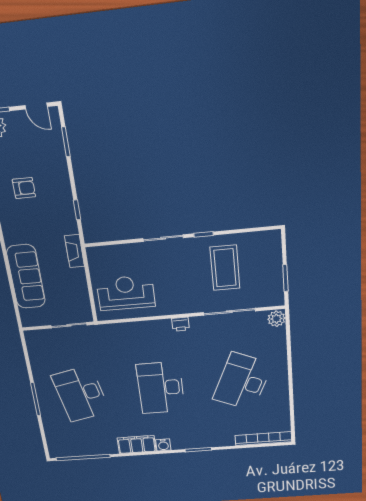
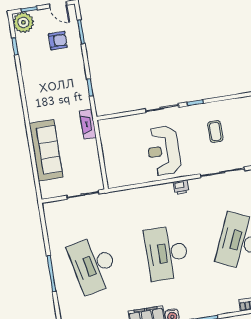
armchair: (24, 188) -> (58, 41), moved
coffee table: (225, 268) -> (215, 132), width x0.54, depth x0.58
reception desk: (126, 293) -> (164, 151), moved, turned -90

